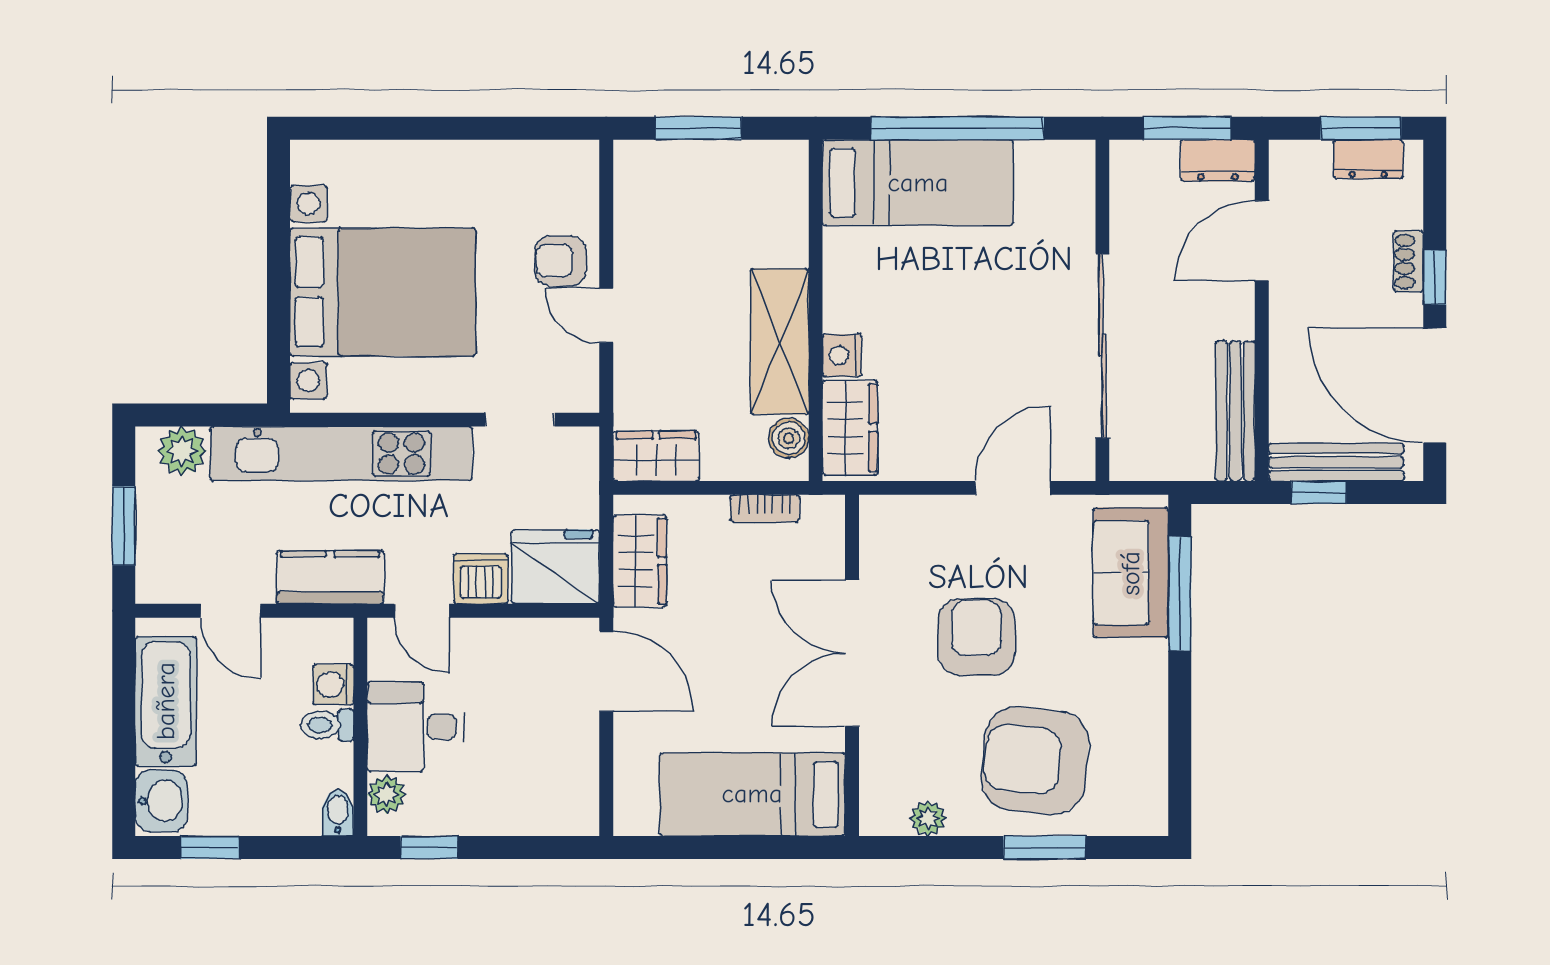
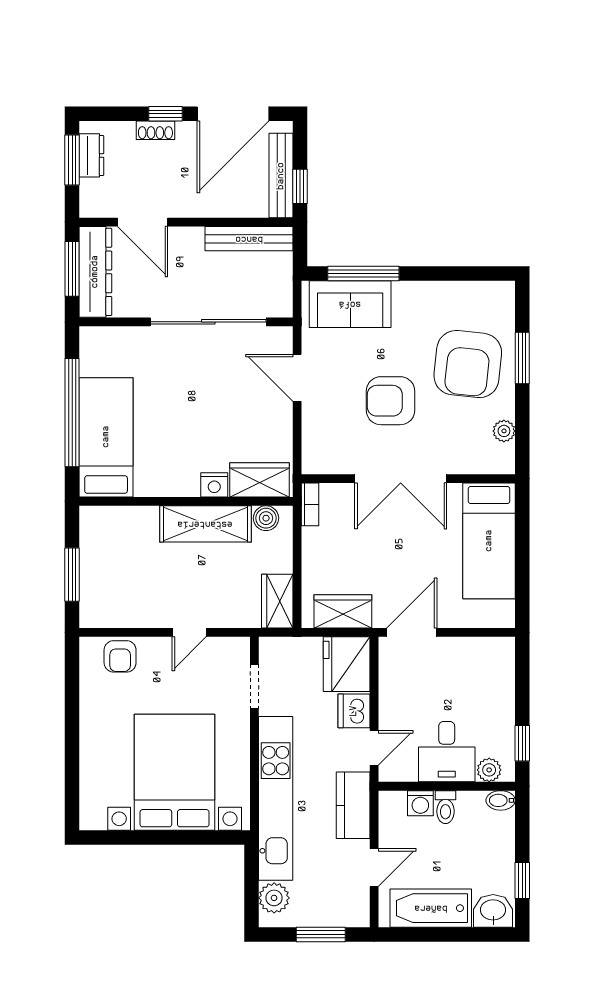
dresser: (1218, 161) -> (95, 272), width x1.96, depth x1.24
armchair: (560, 261) -> (120, 656), moved
bookcase: (765, 508) -> (310, 504), moved

